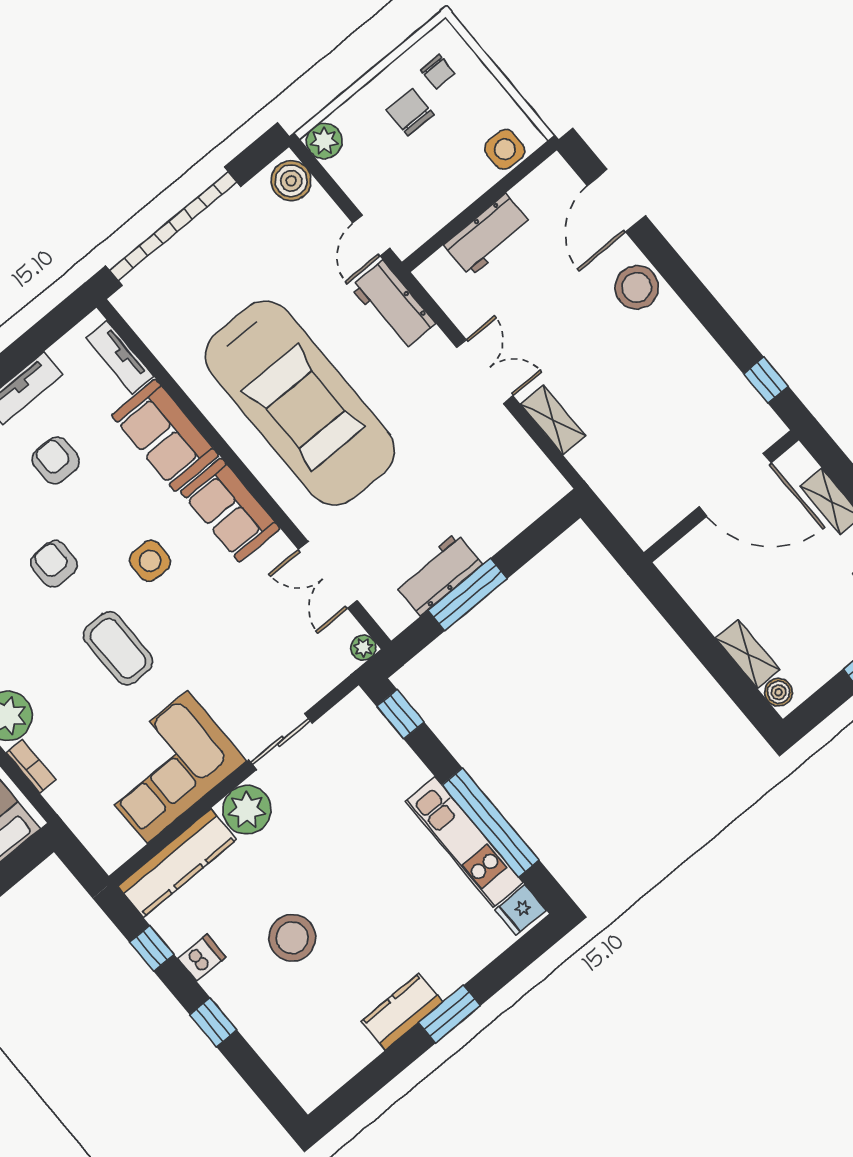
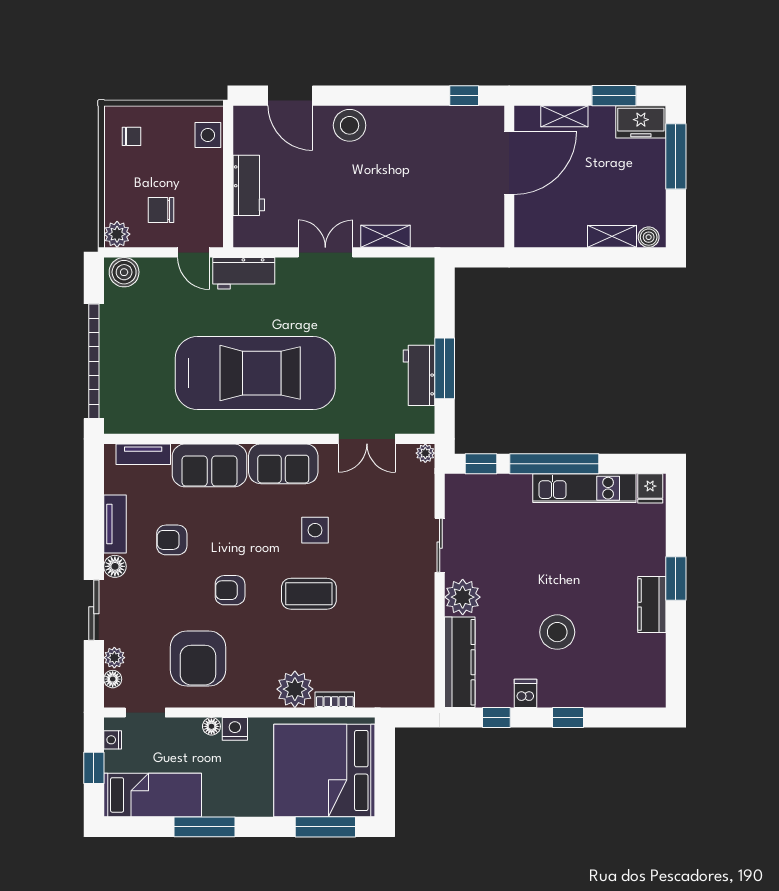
chair: (410, 112) -> (161, 210), moved
side table: (150, 561) -> (315, 530), moved
corner sofa: (167, 767) -> (400, 622), removed
window: (491, 822) -> (554, 464), moved

